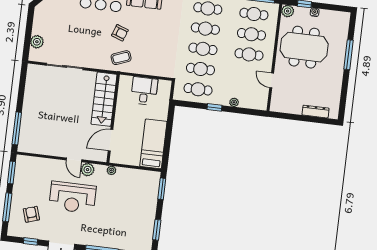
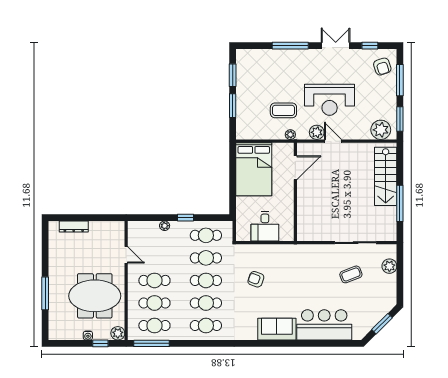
armchair: (120, 33) -> (256, 279), moved
coffee table: (121, 58) -> (351, 274), moved
stairs: (104, 99) -> (386, 176), moved, turned 180
window: (17, 128) -> (400, 203), moved
bed: (153, 144) -> (254, 169), width x1.50
plant: (30, 165) -> (381, 130), added
window: (162, 189) -> (233, 106), moved
coffee table: (115, 193) -> (283, 110), added
reception desk: (72, 197) -> (330, 100), turned 180
armchair: (31, 214) -> (382, 67), moved

